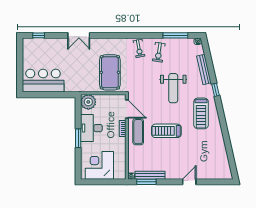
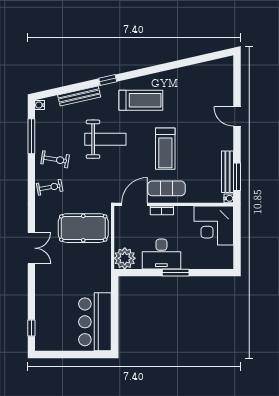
double door: (79, 35) -> (31, 248), moved
corner desk: (99, 165) -> (214, 225), moved

